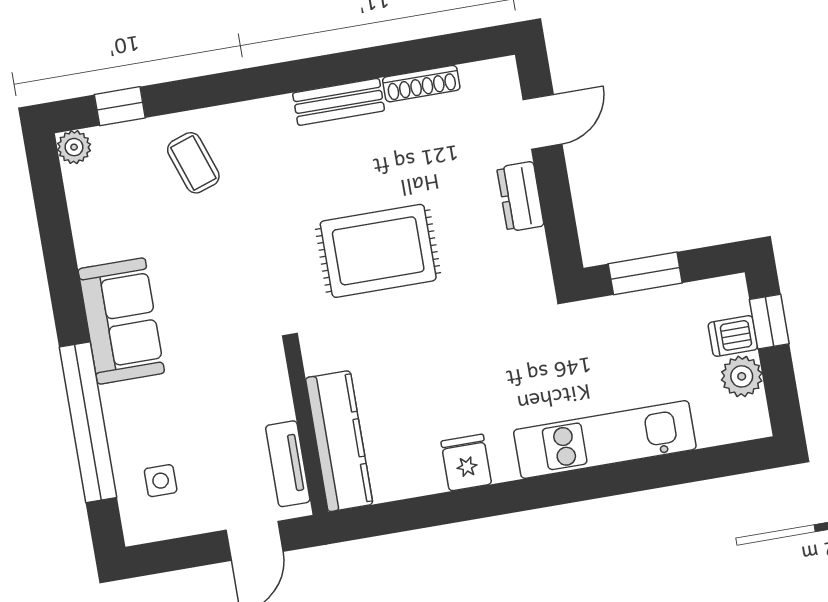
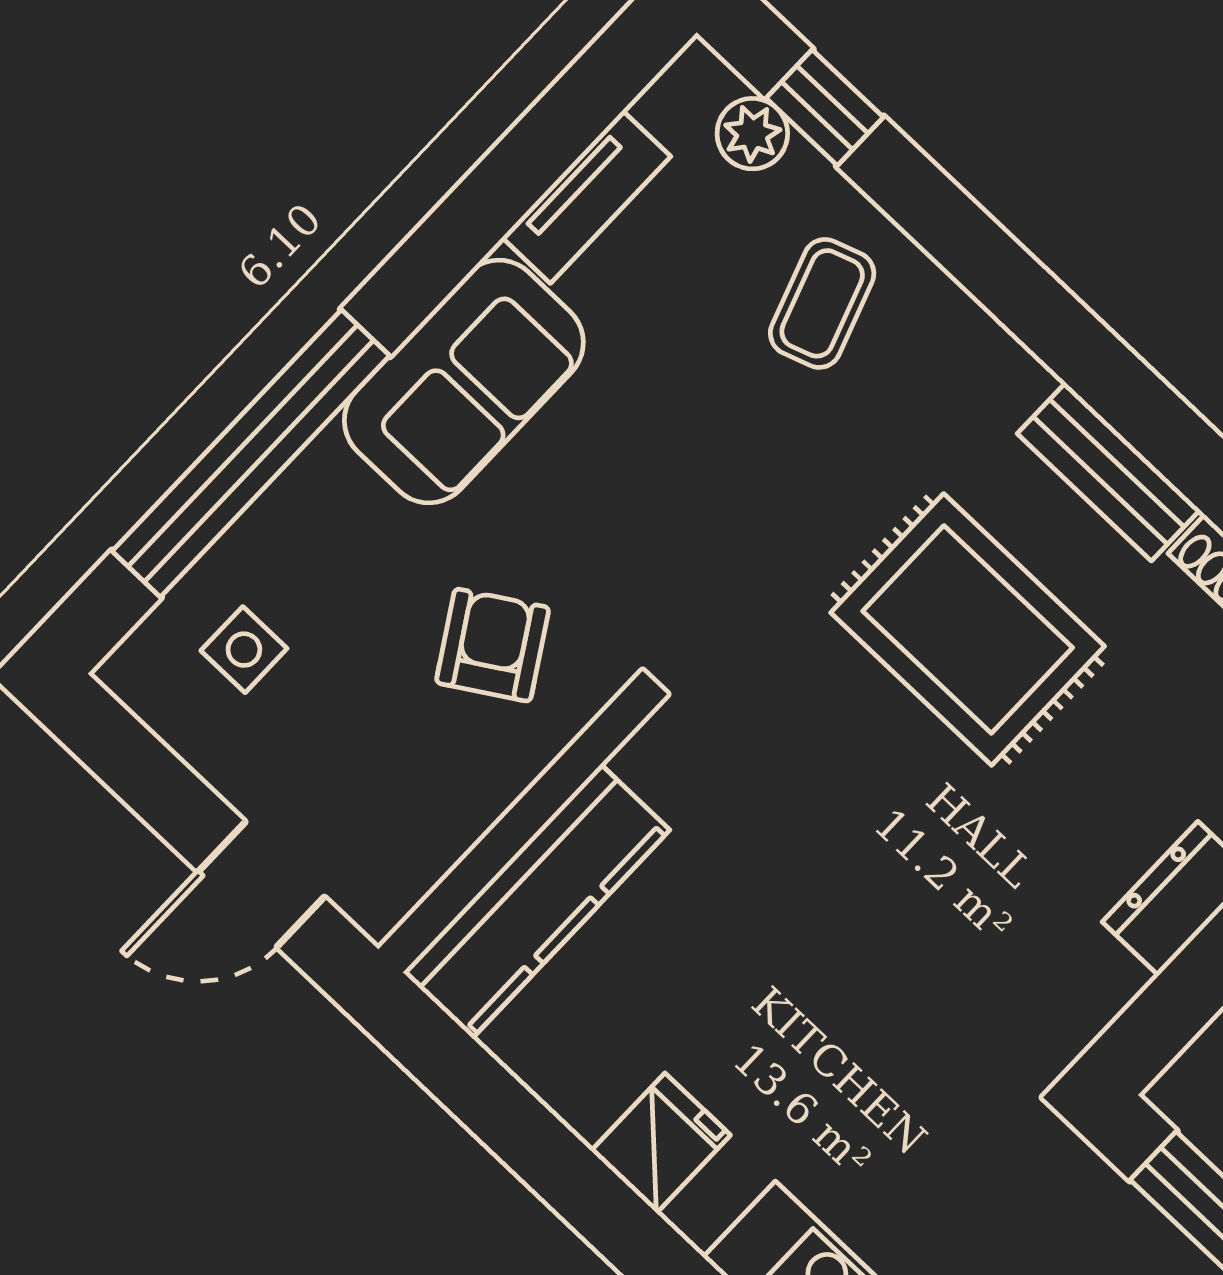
plant: (74, 147) -> (752, 134), moved
rug: (378, 251) -> (968, 629), moved
armchair: (229, 385) -> (493, 645), added
tv unit: (288, 464) -> (586, 197), moved, turned 180

